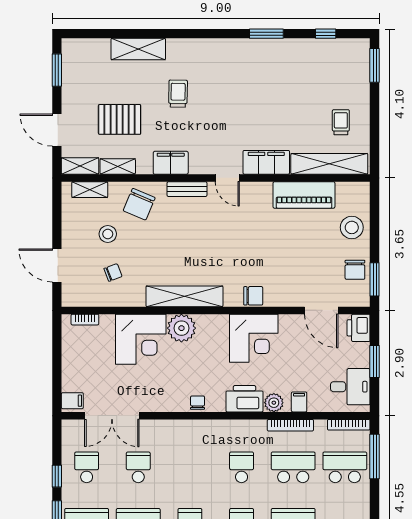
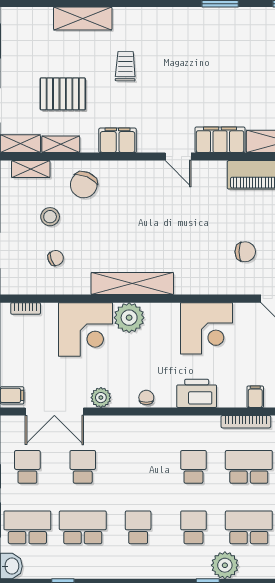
bench: (187, 189) -> (135, 169), removed
chair: (253, 296) -> (245, 252), moved
plant: (274, 403) -> (101, 398), moved

